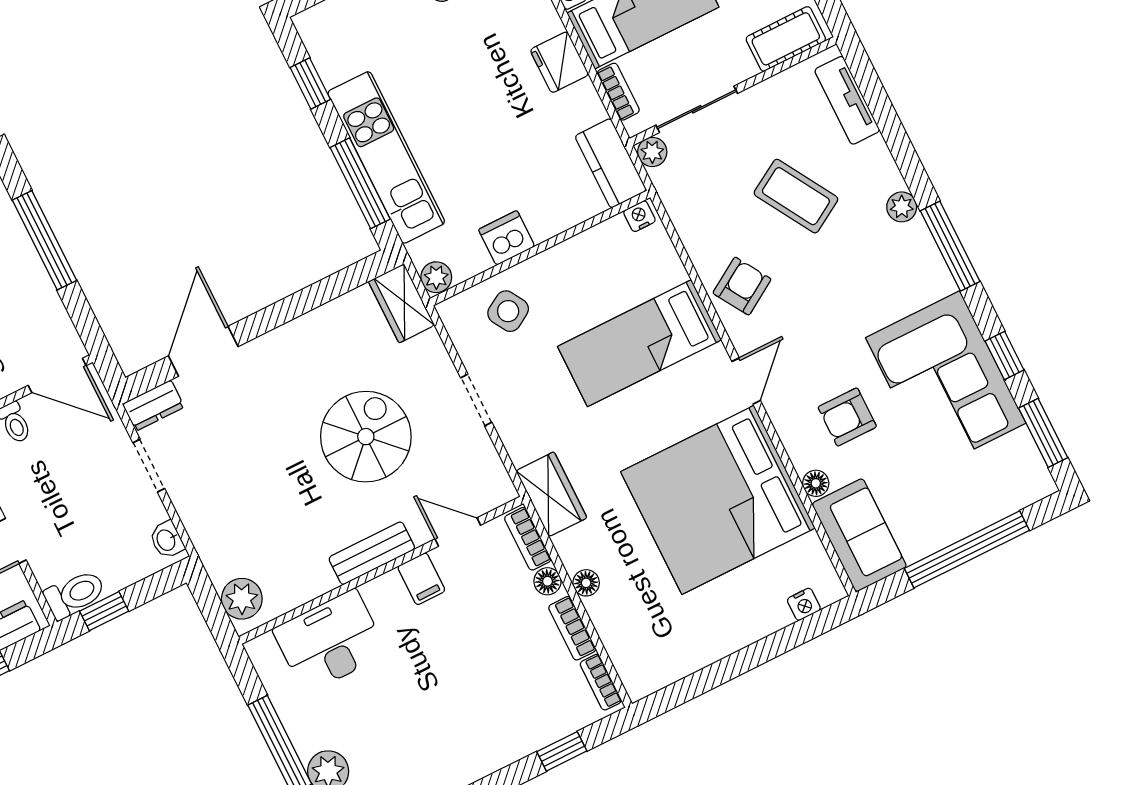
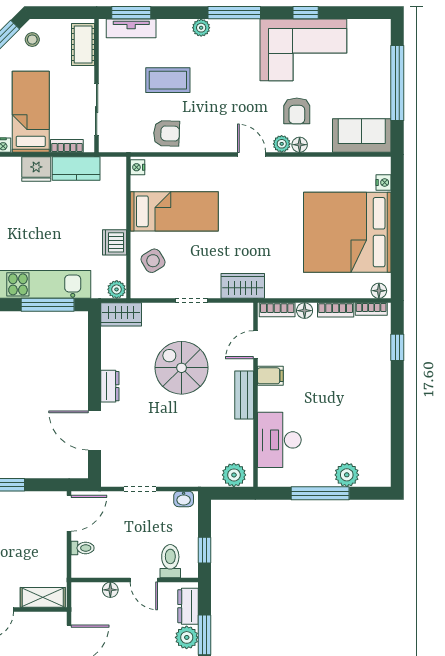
plant: (652, 152) -> (282, 144), moved
kitchen counter: (611, 163) -> (76, 168), moved
coffee table: (796, 196) -> (168, 80), turned 31
armchair: (742, 286) -> (167, 133), moved, turned 124
bed: (639, 343) -> (174, 211), moved, turned -90
dresser: (153, 405) -> (110, 386), moved
window: (1043, 433) -> (131, 13), moved
floor lamp: (816, 483) -> (300, 145), moved
wardrobe: (551, 494) -> (243, 286), moved
bed: (718, 500) -> (347, 232), moved, turned 90
floor lamp: (586, 583) -> (379, 291), moved
toilet: (75, 594) -> (170, 561), moved

